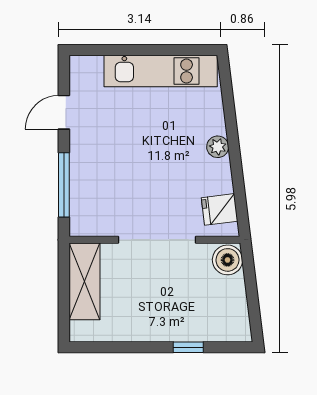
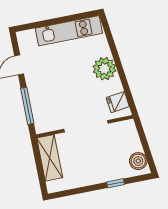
plant: (218, 147) -> (104, 69), width x1.87, depth x1.87
boiler: (228, 260) -> (138, 161), moved

